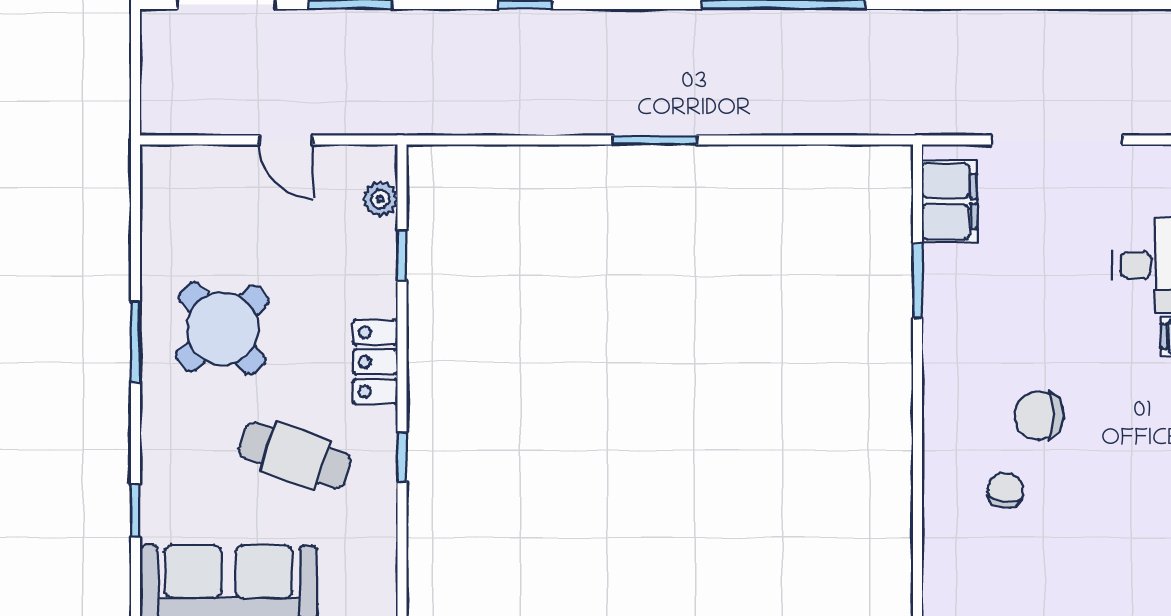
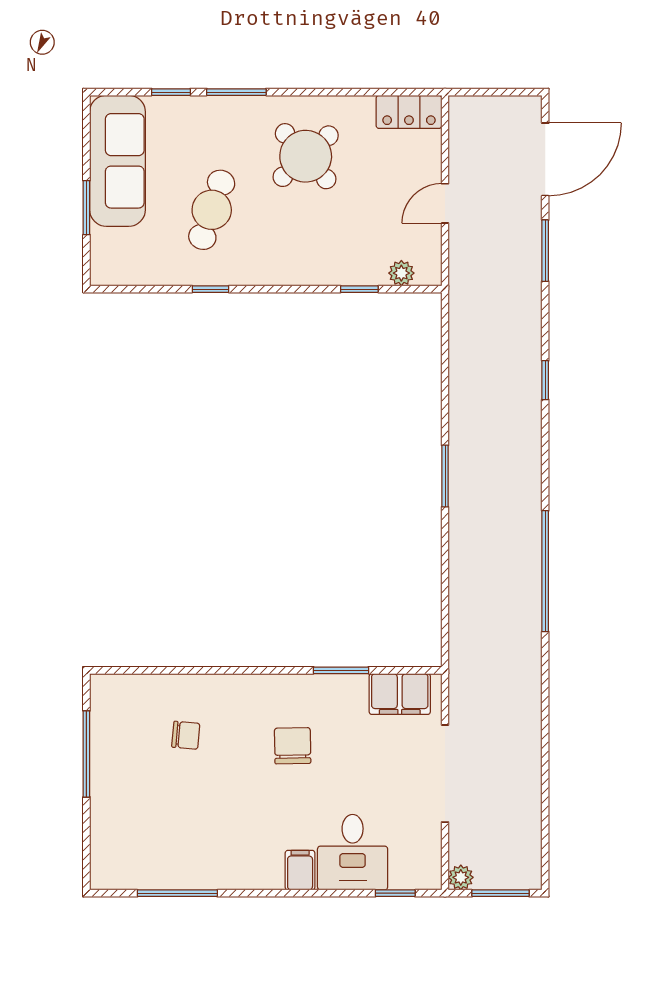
window: (136, 342) -> (236, 92), moved
locker: (375, 362) -> (409, 112), moved, turned 180
chair: (1039, 416) -> (293, 746), moved

